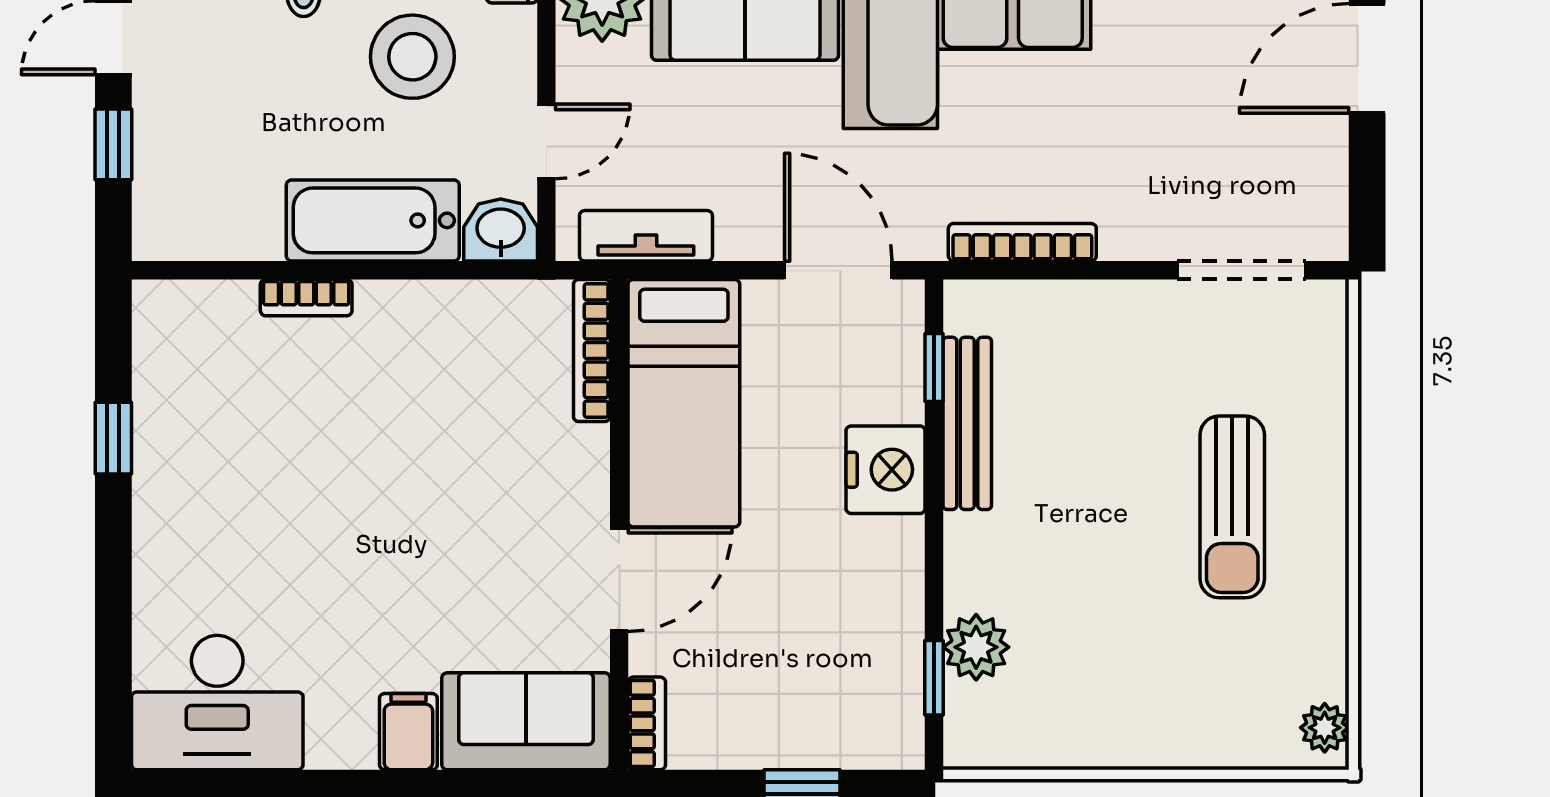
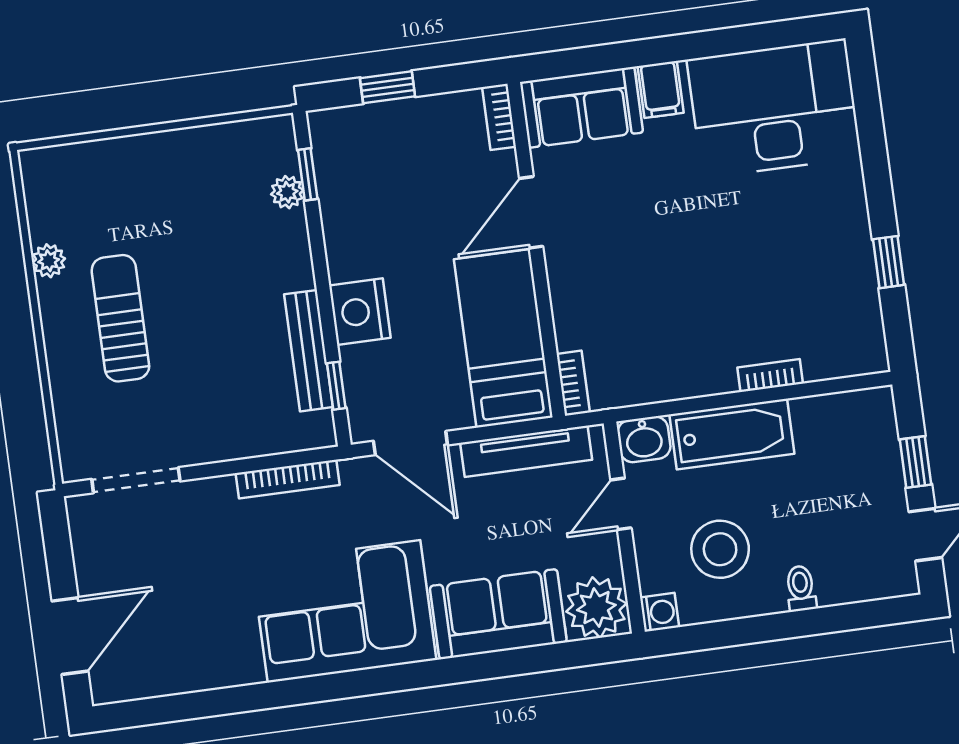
tv unit: (646, 236) -> (526, 451), width x1.41
bookcase: (592, 350) -> (573, 383), width x0.64
plant: (976, 647) -> (287, 192), width x0.73, depth x0.73
desk: (217, 703) -> (774, 108), width x1.36, depth x1.30
plant: (1325, 728) -> (49, 261), moved

